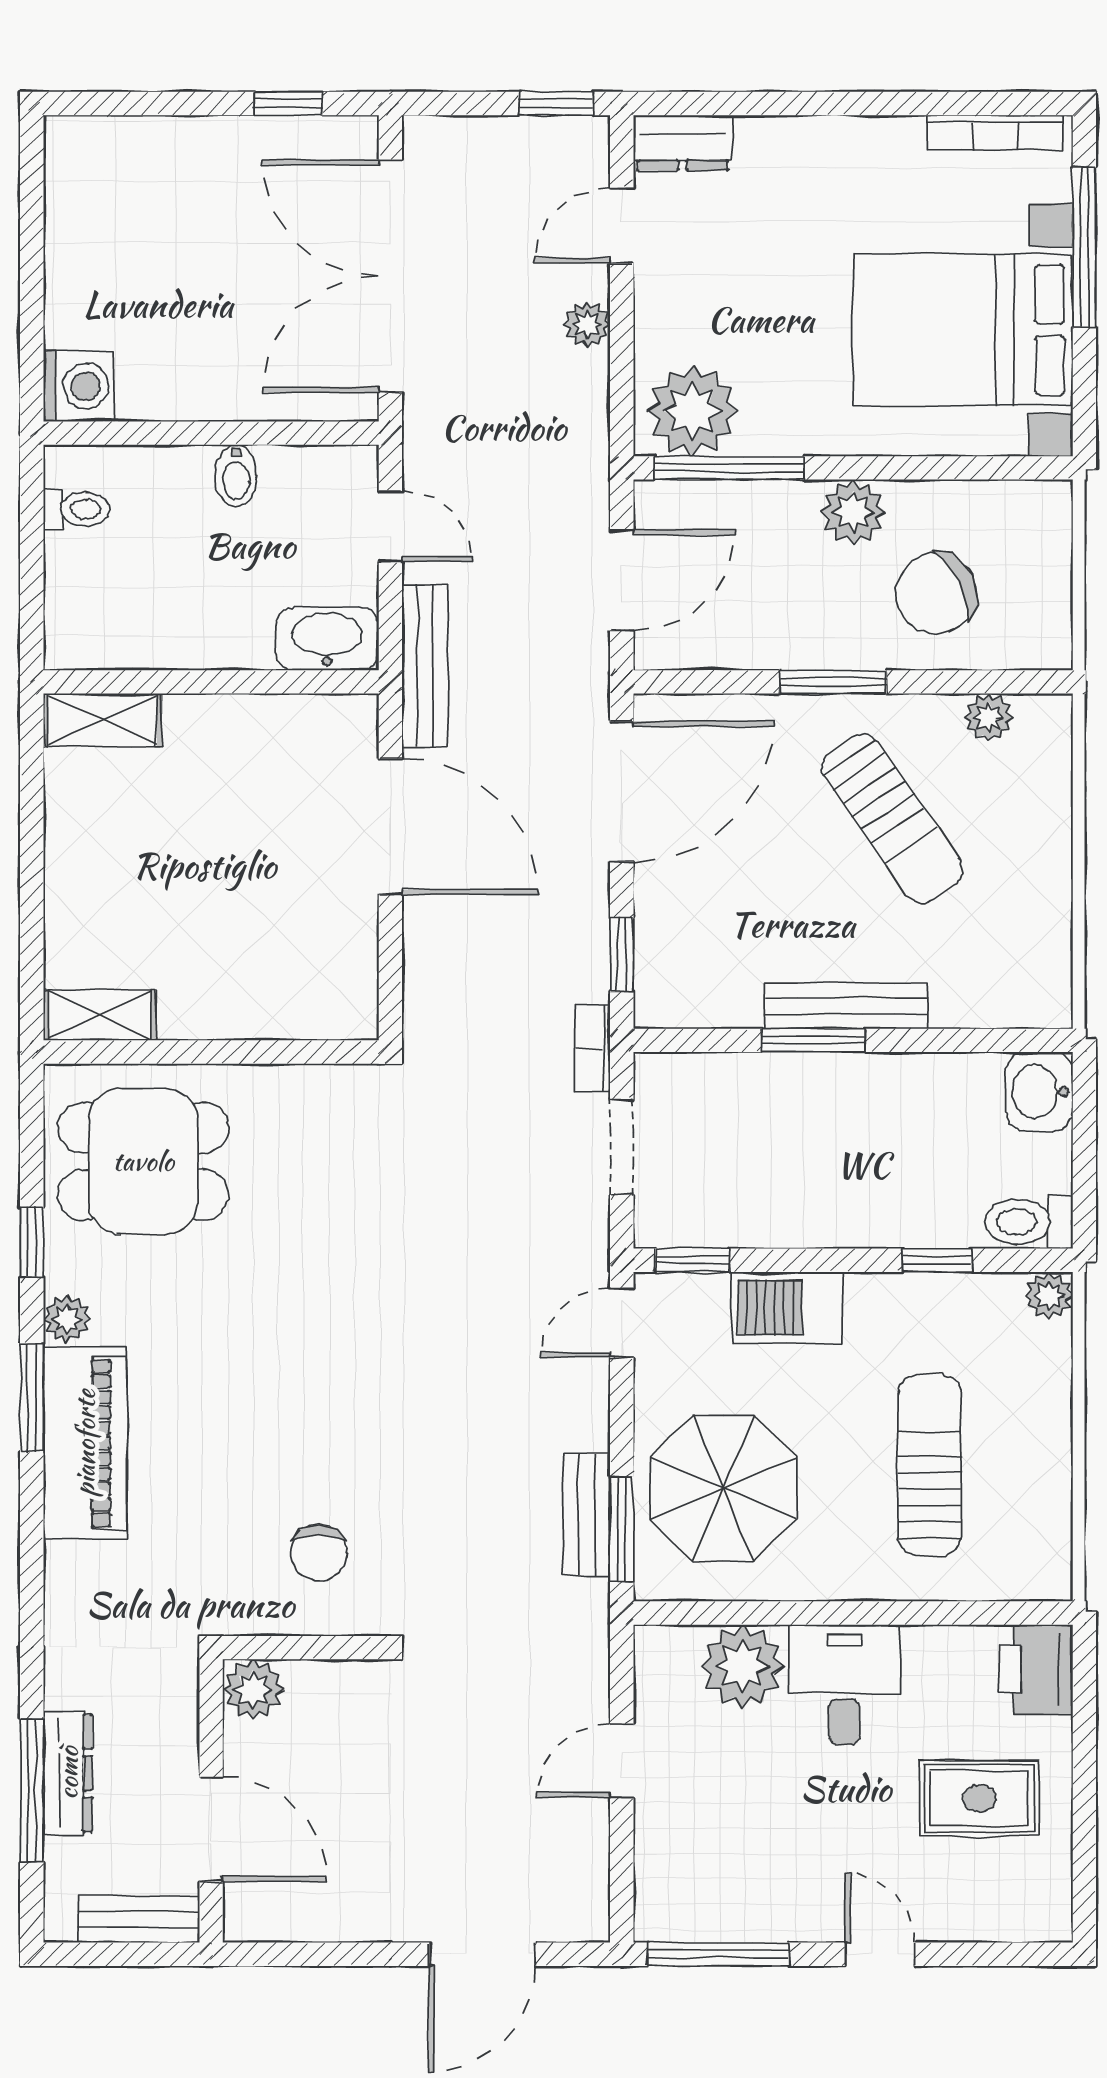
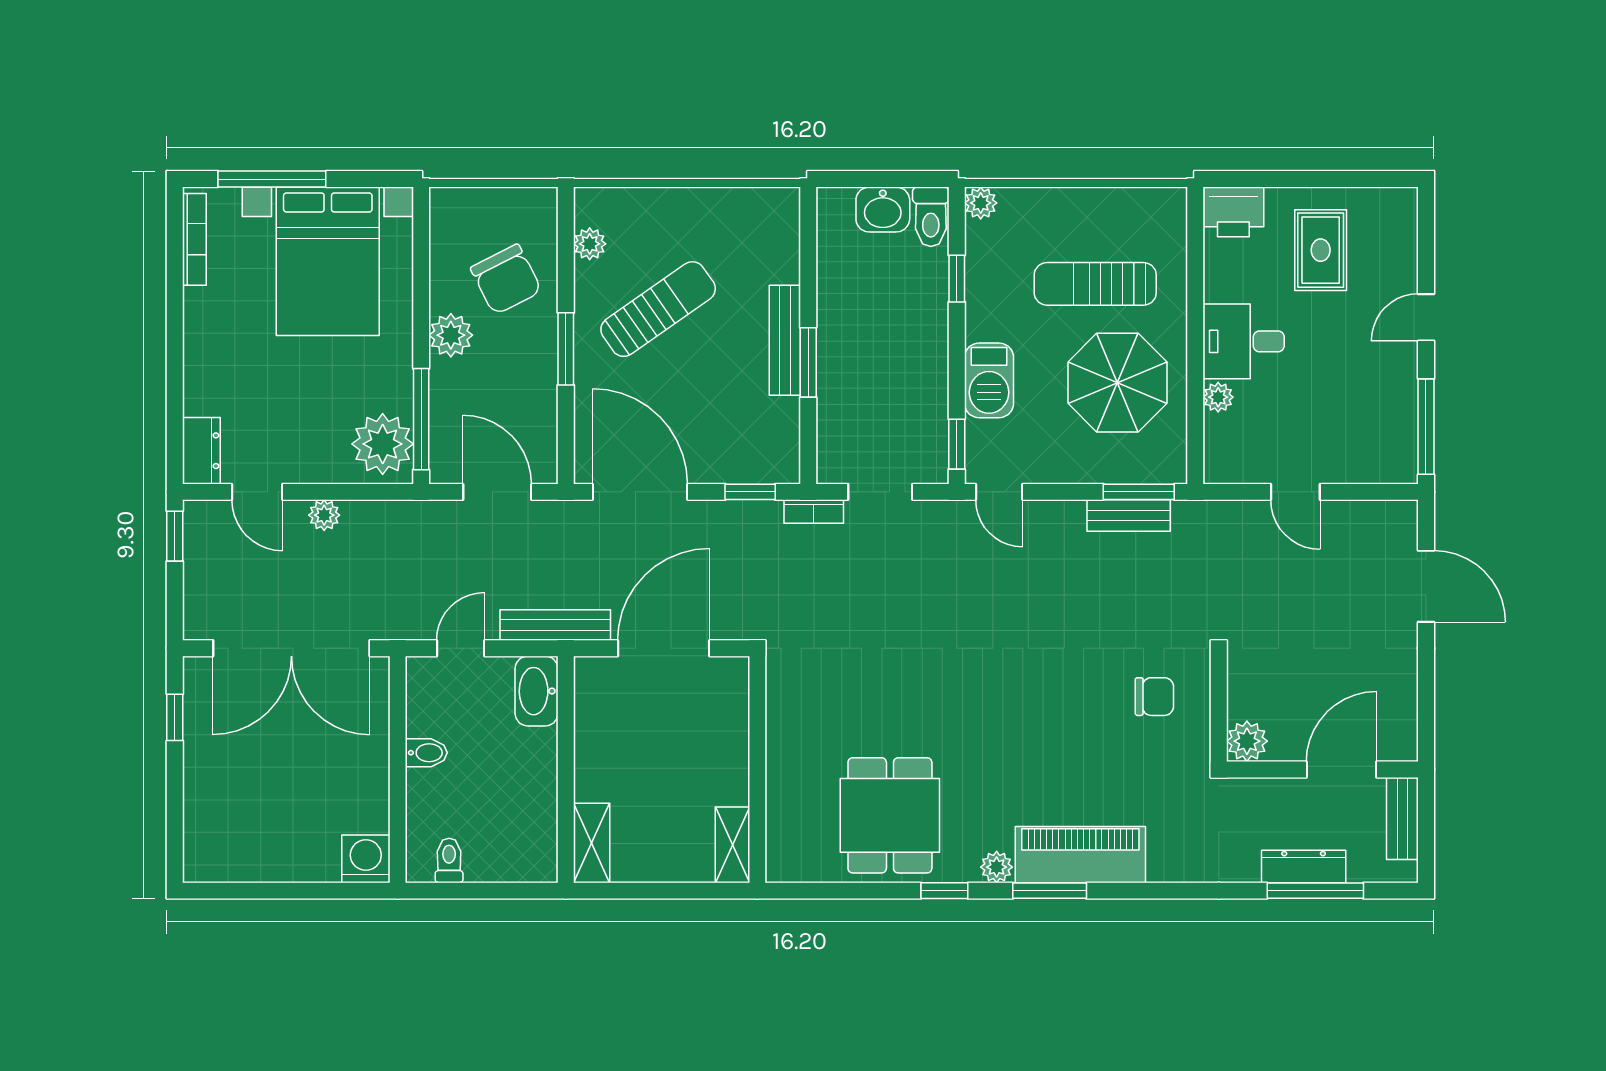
shelving: (100, 1015) -> (732, 845), moved
wall: (211, 1052) -> (757, 769), moved
washbasin: (1039, 1092) -> (883, 210), moved
parasol: (723, 1488) -> (1117, 383), moved
plant: (742, 1666) -> (1218, 397), width x0.53, depth x0.53

